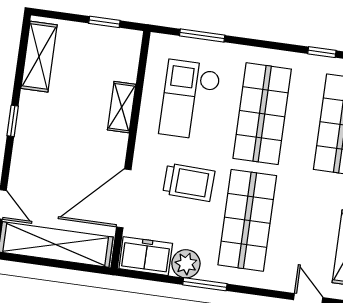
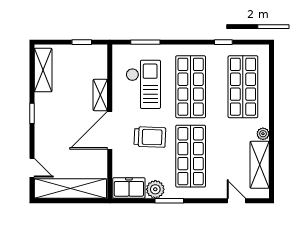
checkout: (190, 100) -> (143, 84), turned 180
door: (124, 198) -> (110, 130), moved

